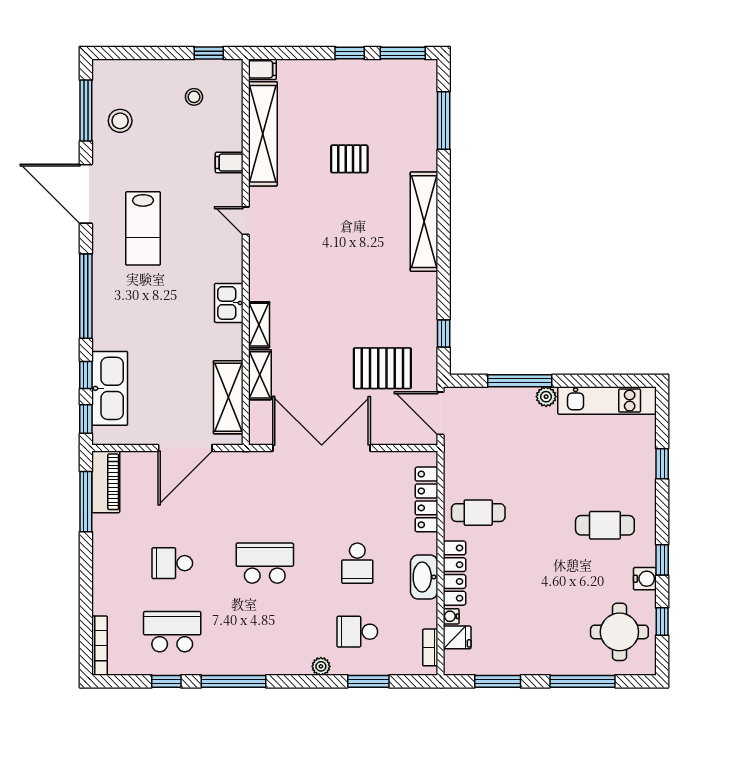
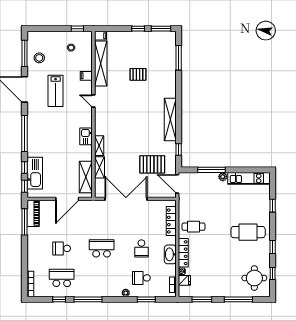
shelving: (424, 222) -> (170, 120), moved
lab bench: (143, 228) -> (56, 91), moved
cafe table: (605, 525) -> (248, 232), width x1.37, depth x1.35
water cooler: (645, 579) -> (265, 255), removed

